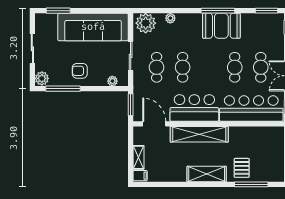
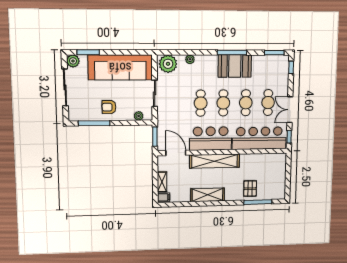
sliding door: (32, 49) -> (65, 87), width x1.37
cafe table: (157, 67) -> (223, 103), moved
plant: (42, 78) -> (73, 61), moved
shelving: (207, 174) -> (208, 195), moved

